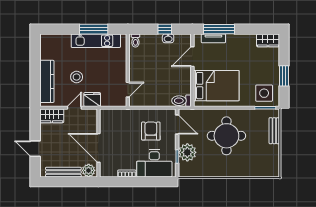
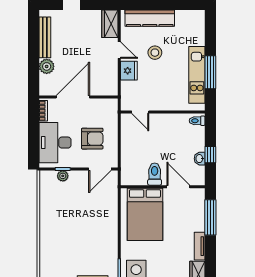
tv unit: (213, 38) -> (200, 246), moved
toilet: (182, 101) -> (155, 174), moved
round table: (226, 136) -> (87, 226), removed
wall: (98, 143) -> (79, 97), moved
door: (98, 148) -> (73, 97), moved
plant: (187, 152) -> (63, 176), width x0.53, depth x0.53

